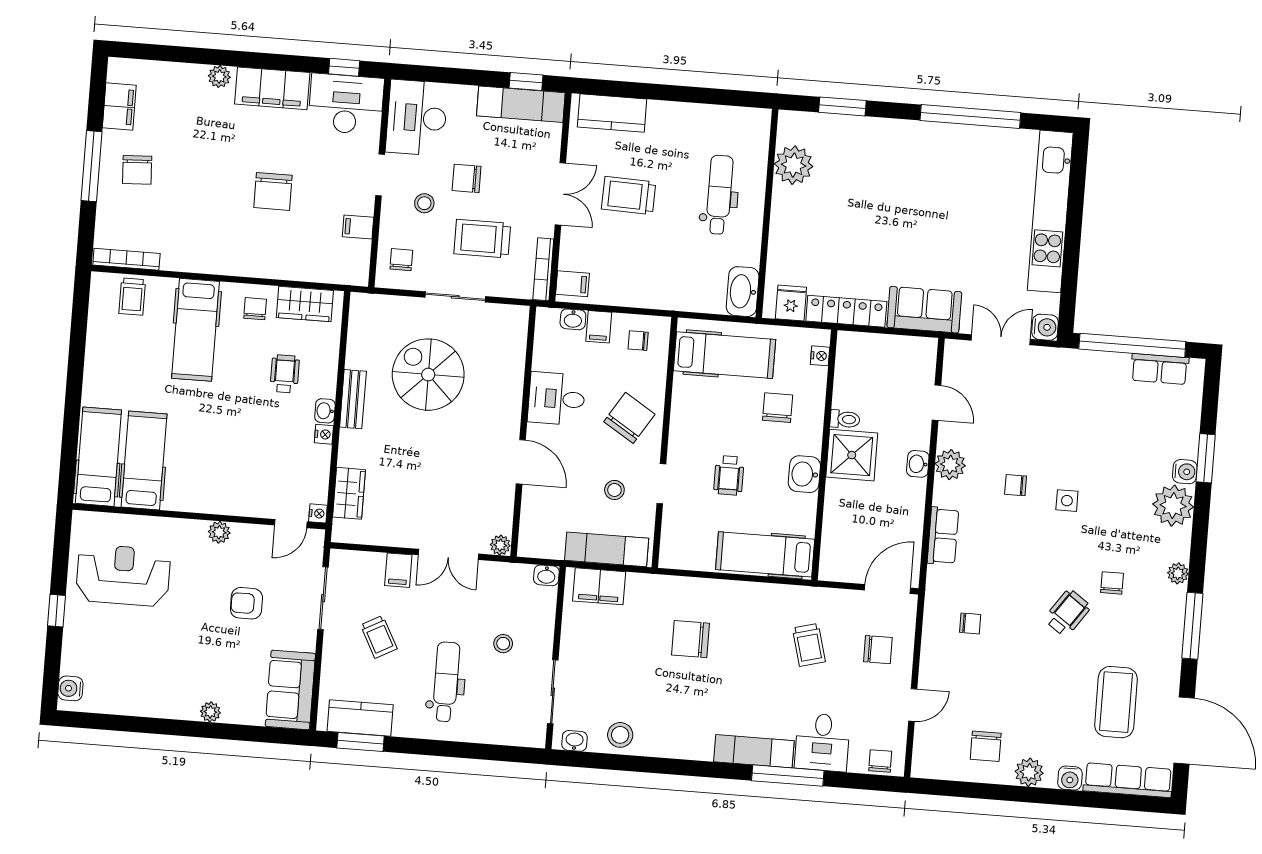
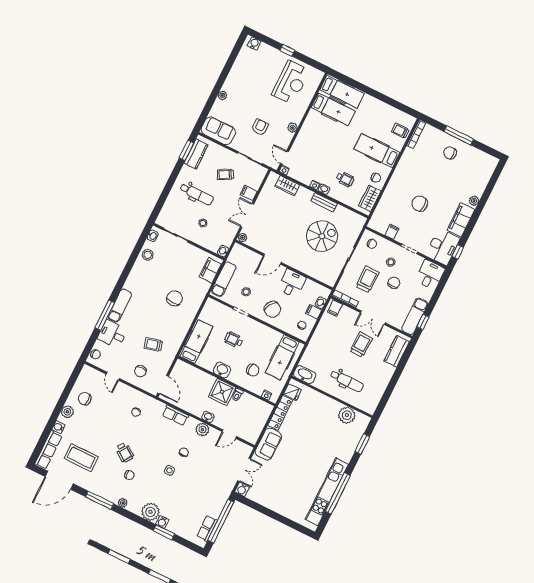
filing cabinet: (119, 107) -> (478, 156), removed
desk: (417, 118) -> (430, 275), width x0.73
kitchen unit: (1050, 211) -> (327, 492), moved, turned -90

